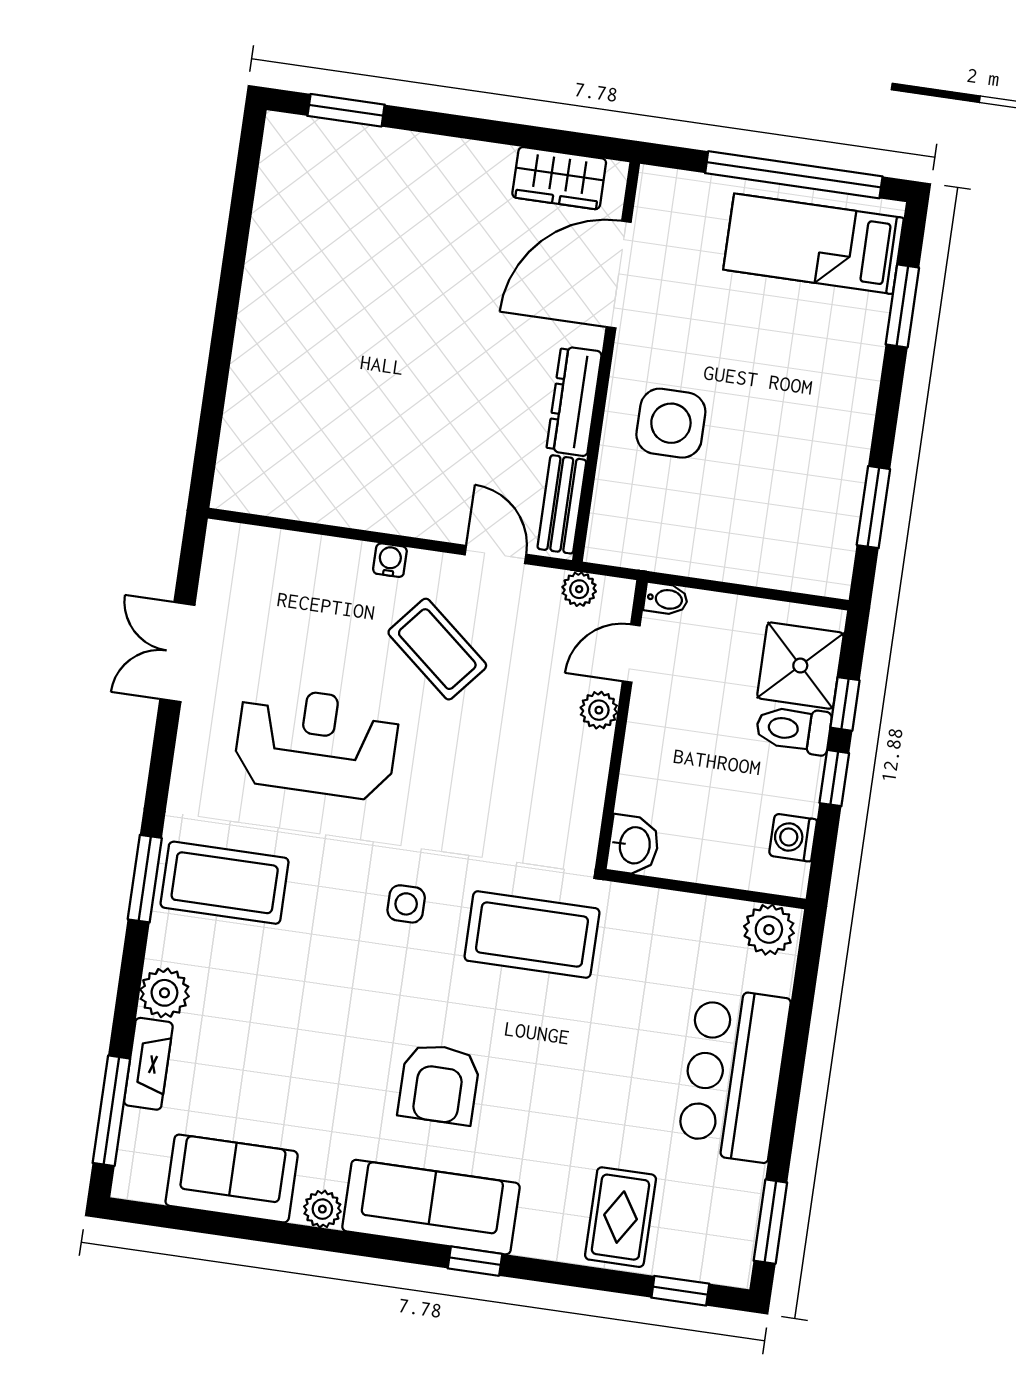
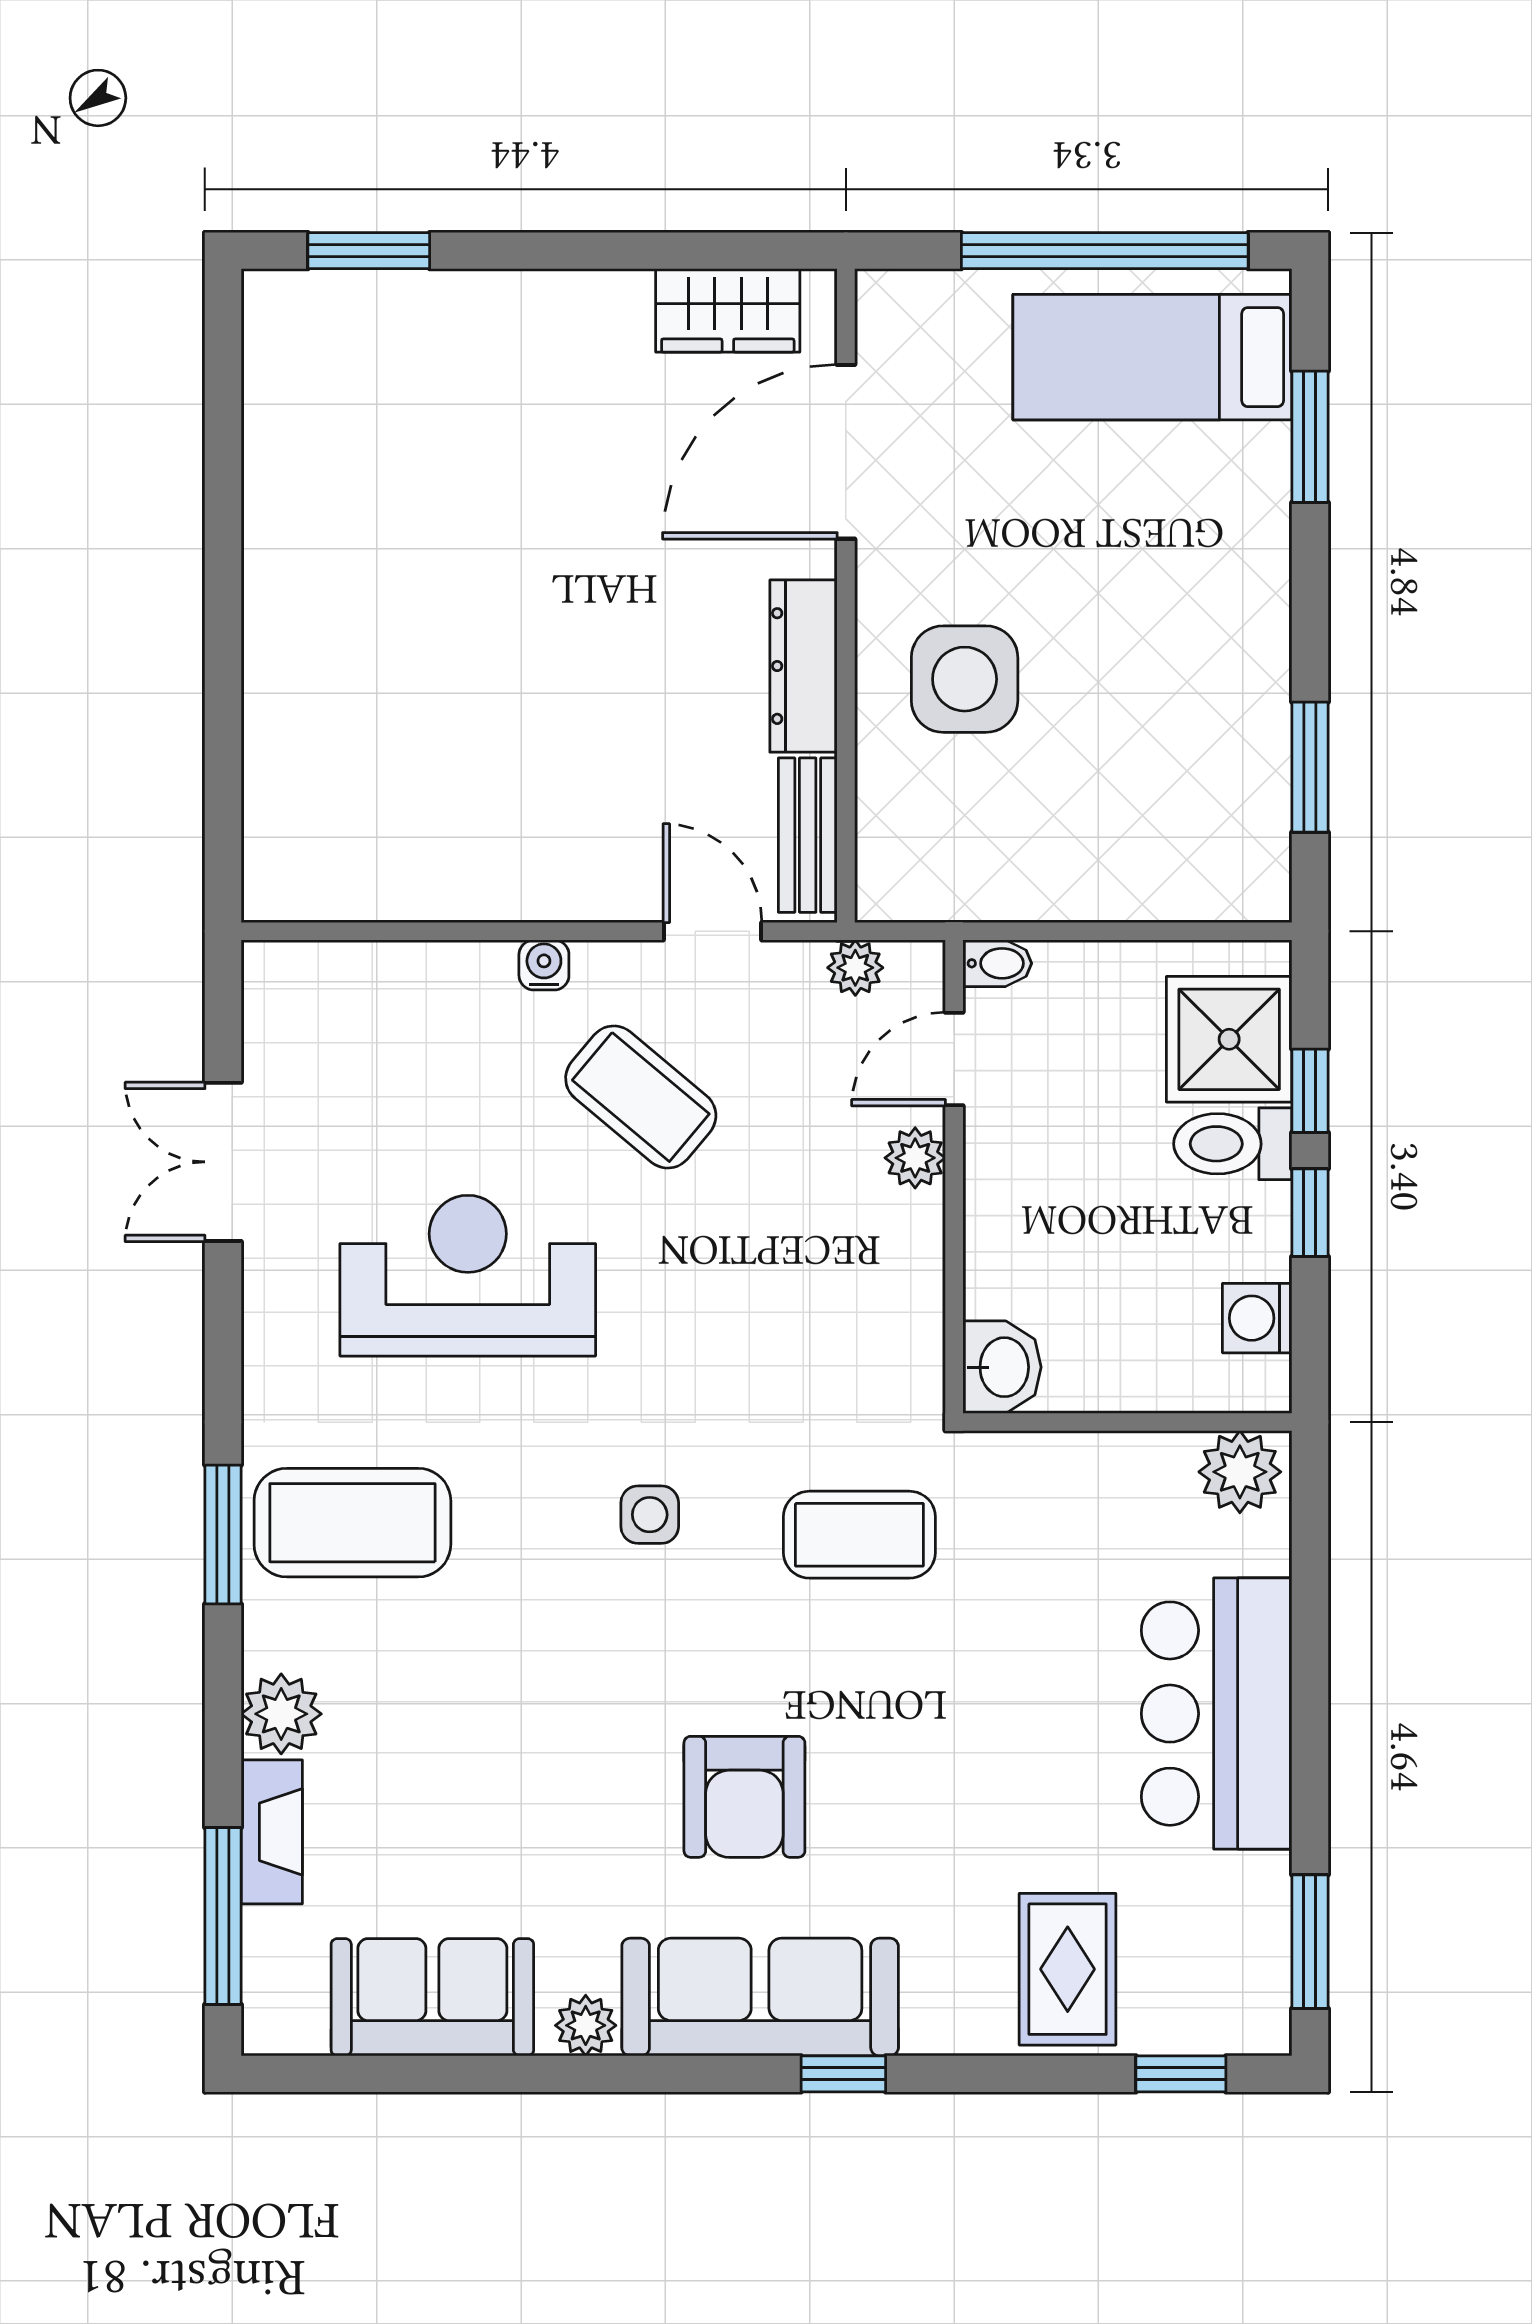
coffee table: (532, 935) -> (859, 1535), width x0.73, depth x0.76

